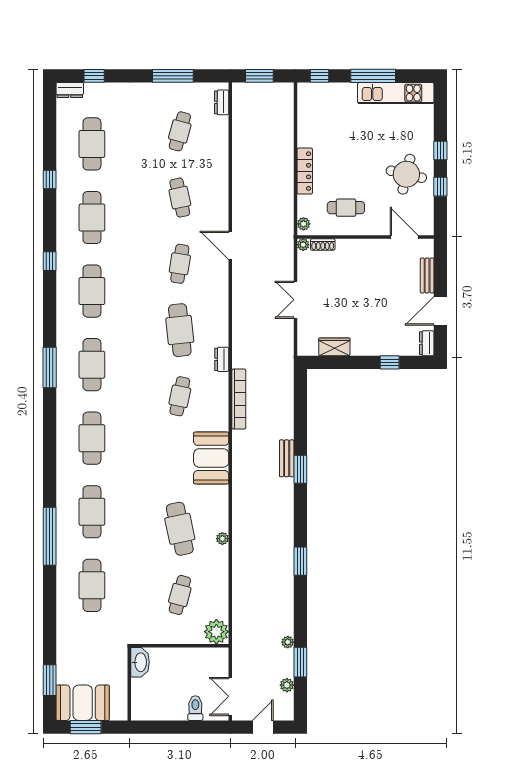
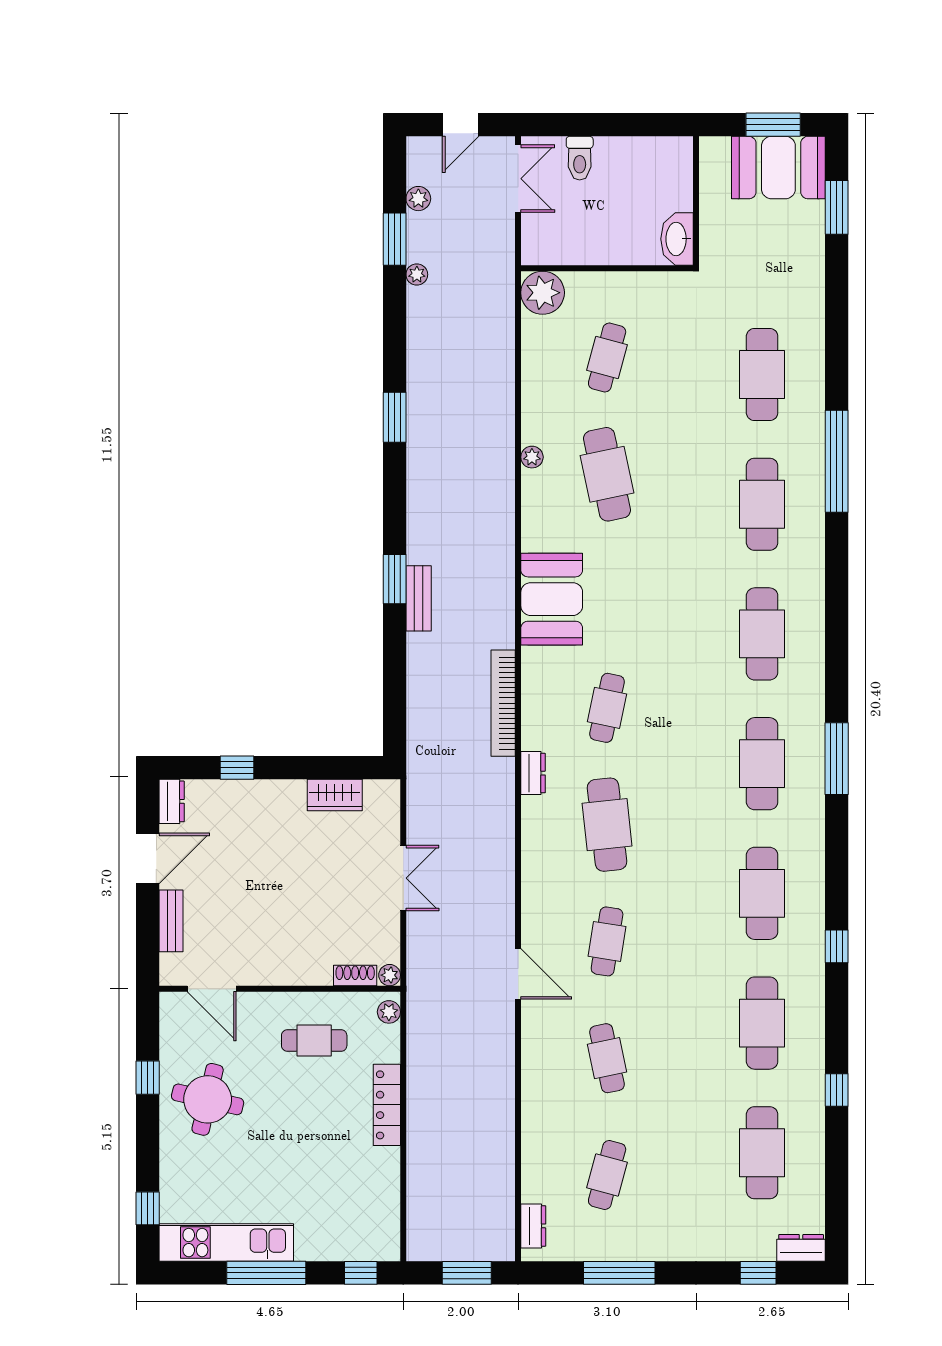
window: (440, 150) -> (148, 1208), moved

